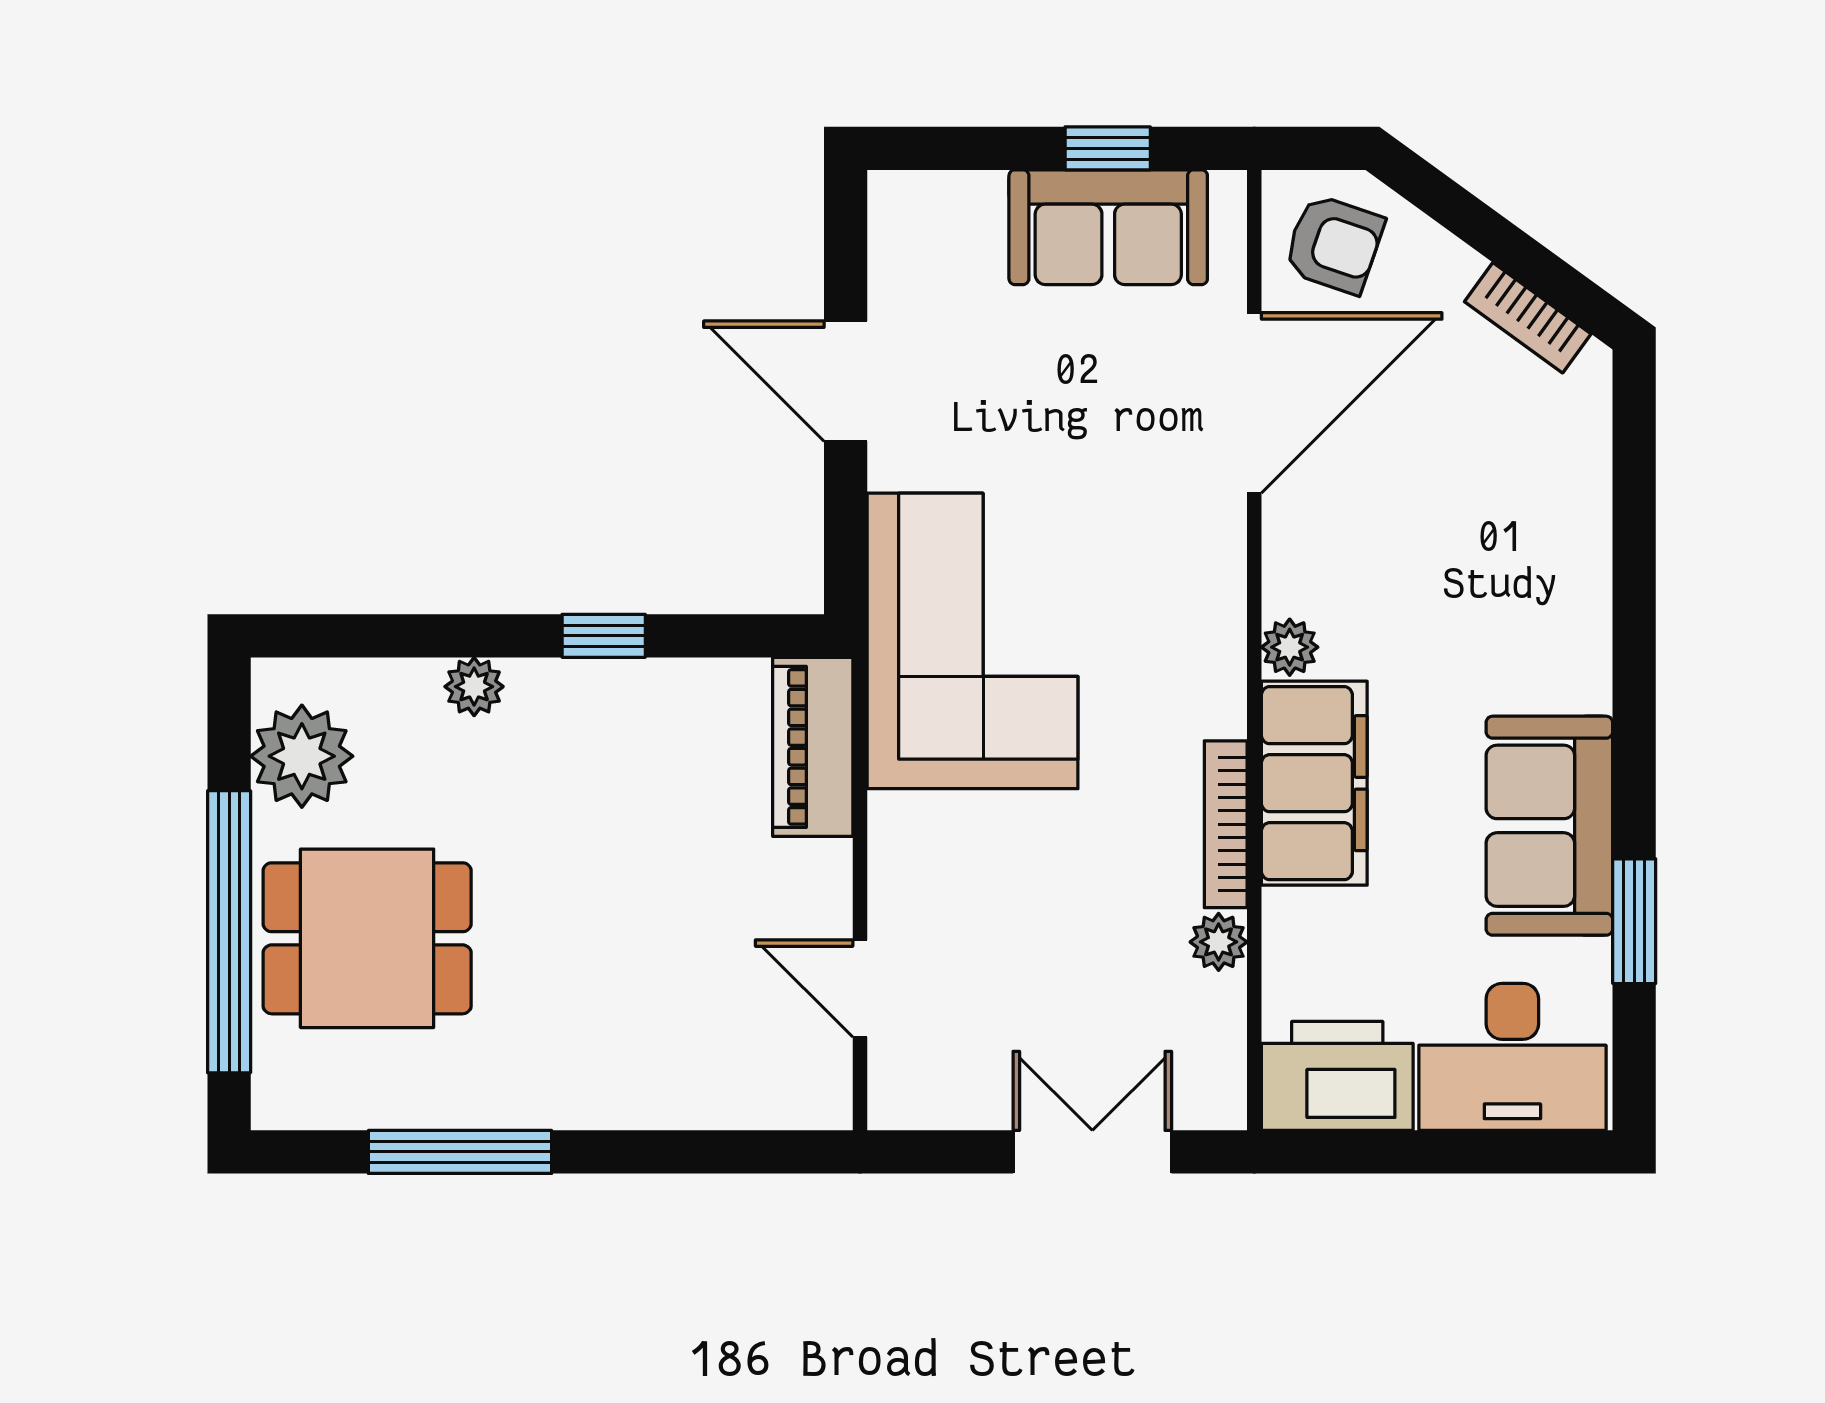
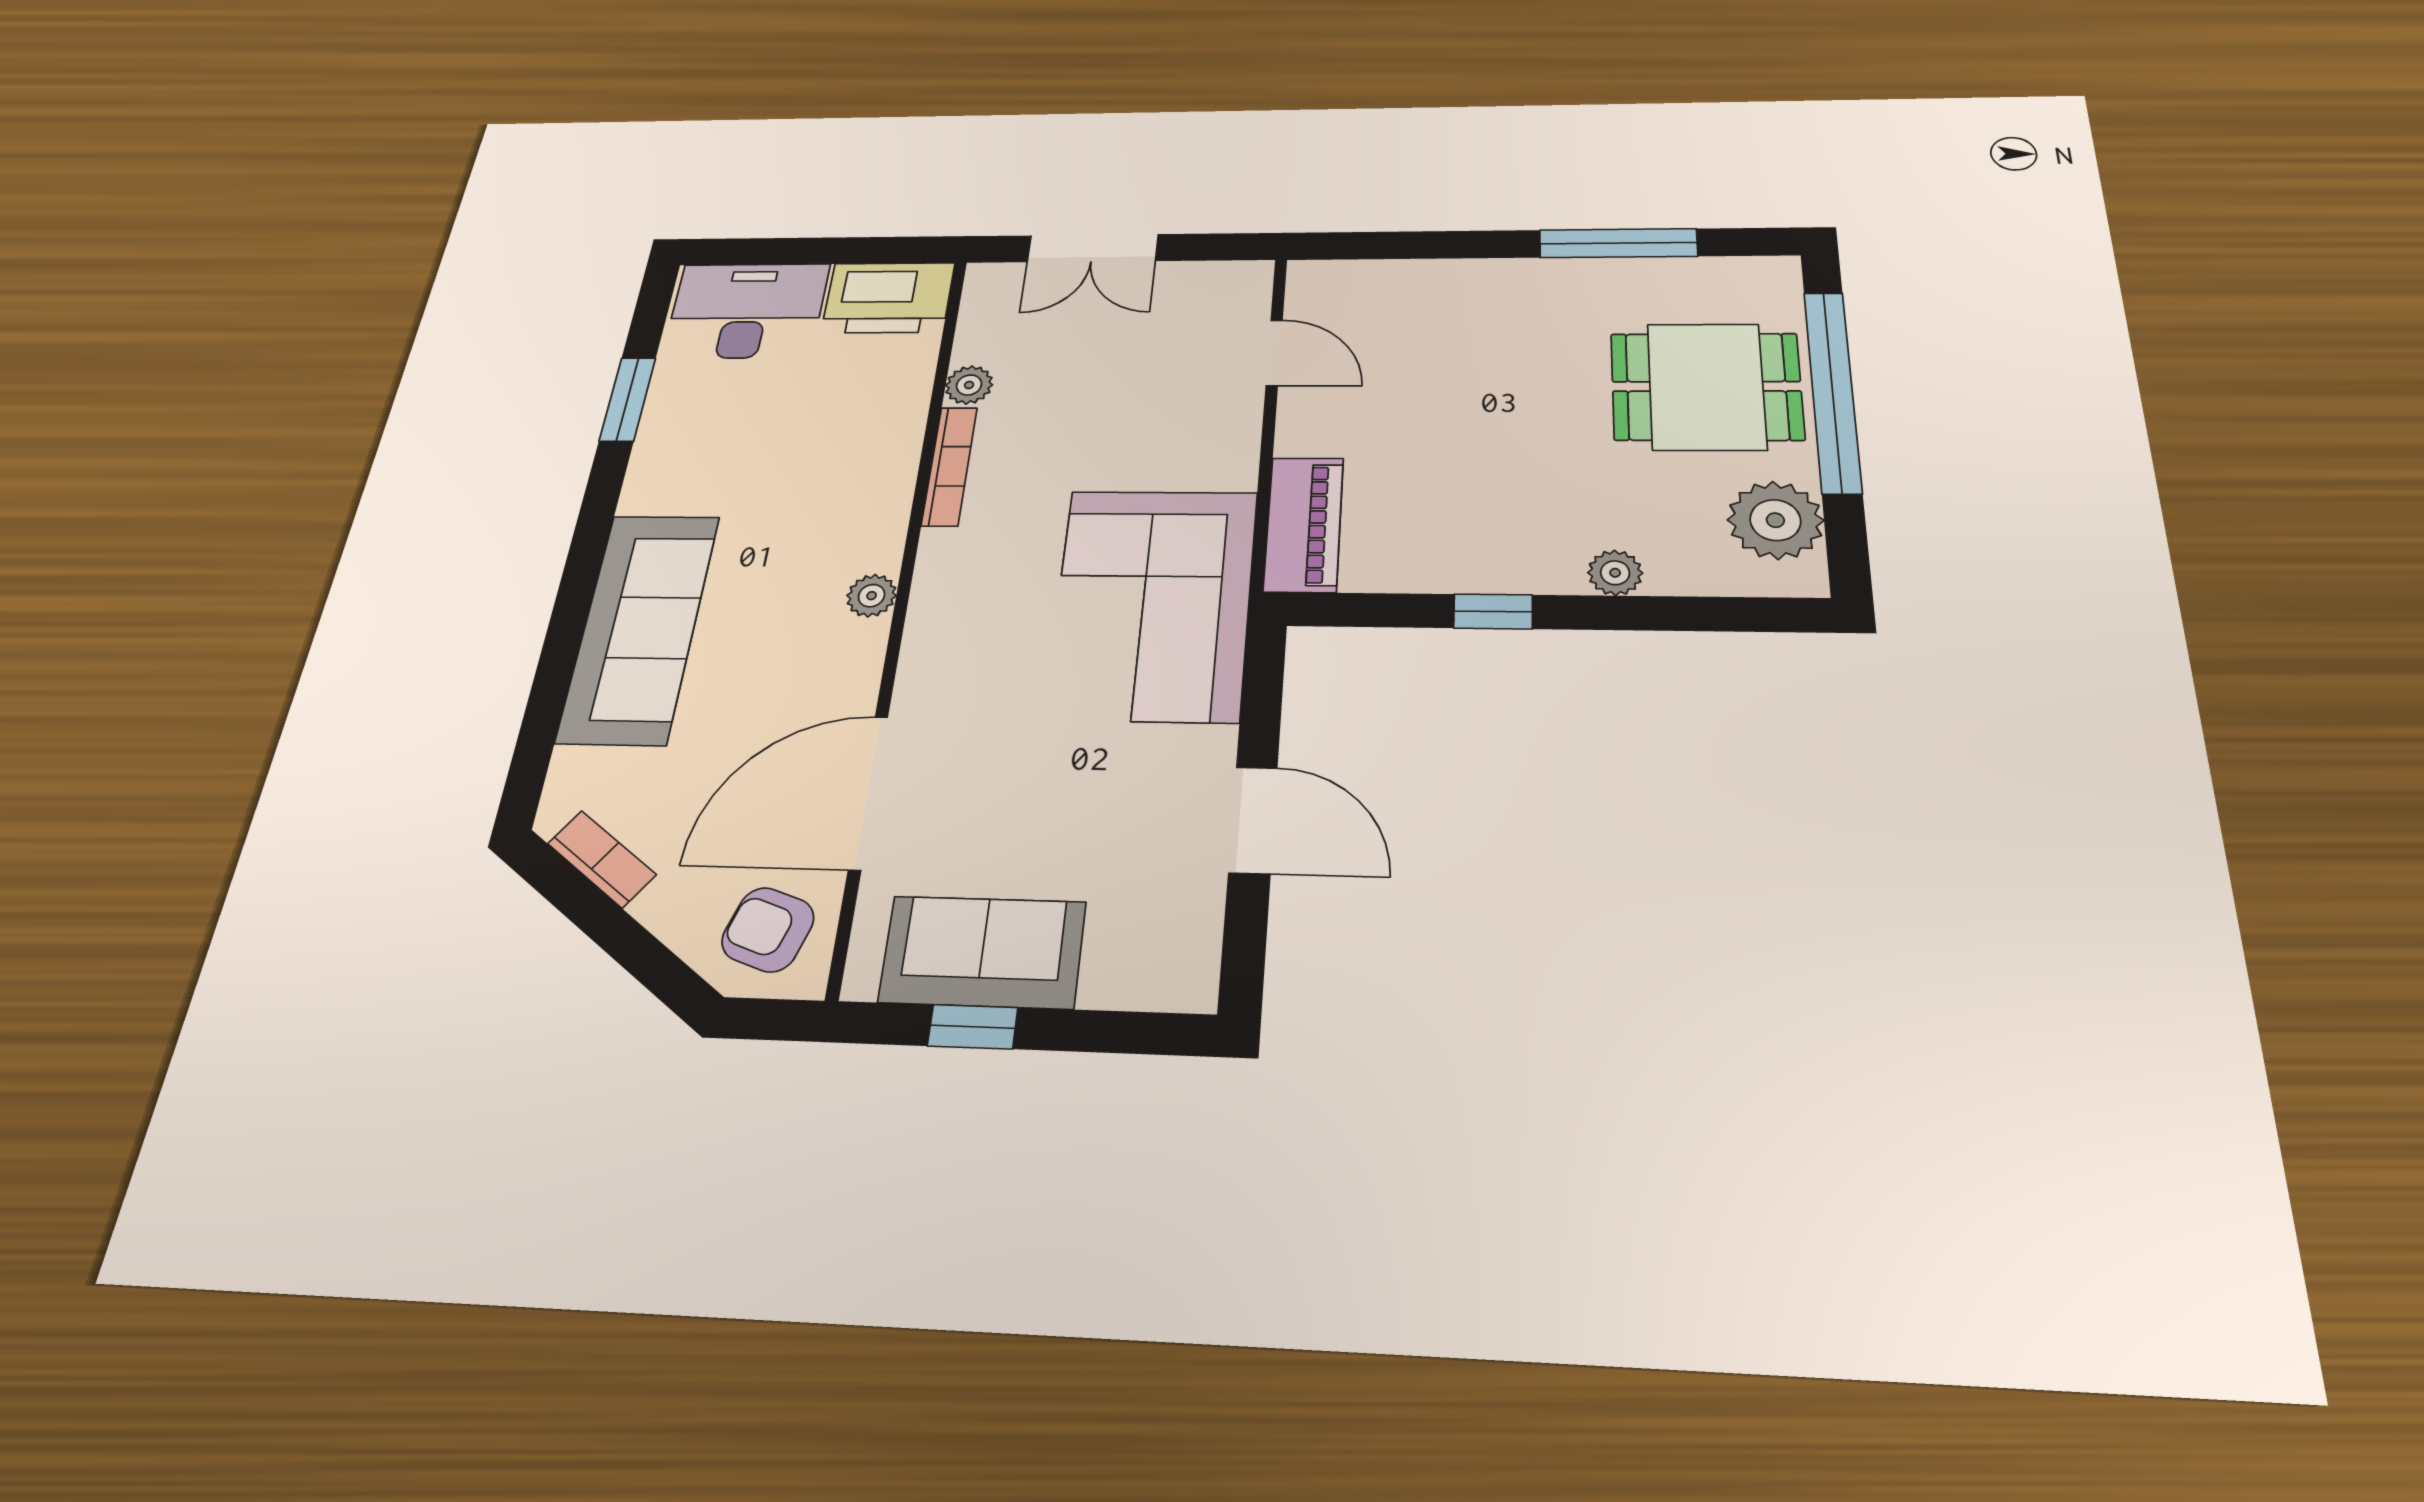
filing cabinet: (1314, 783) -> (869, 495), removed
sofa: (1549, 826) -> (639, 627), moved, width x1.36

